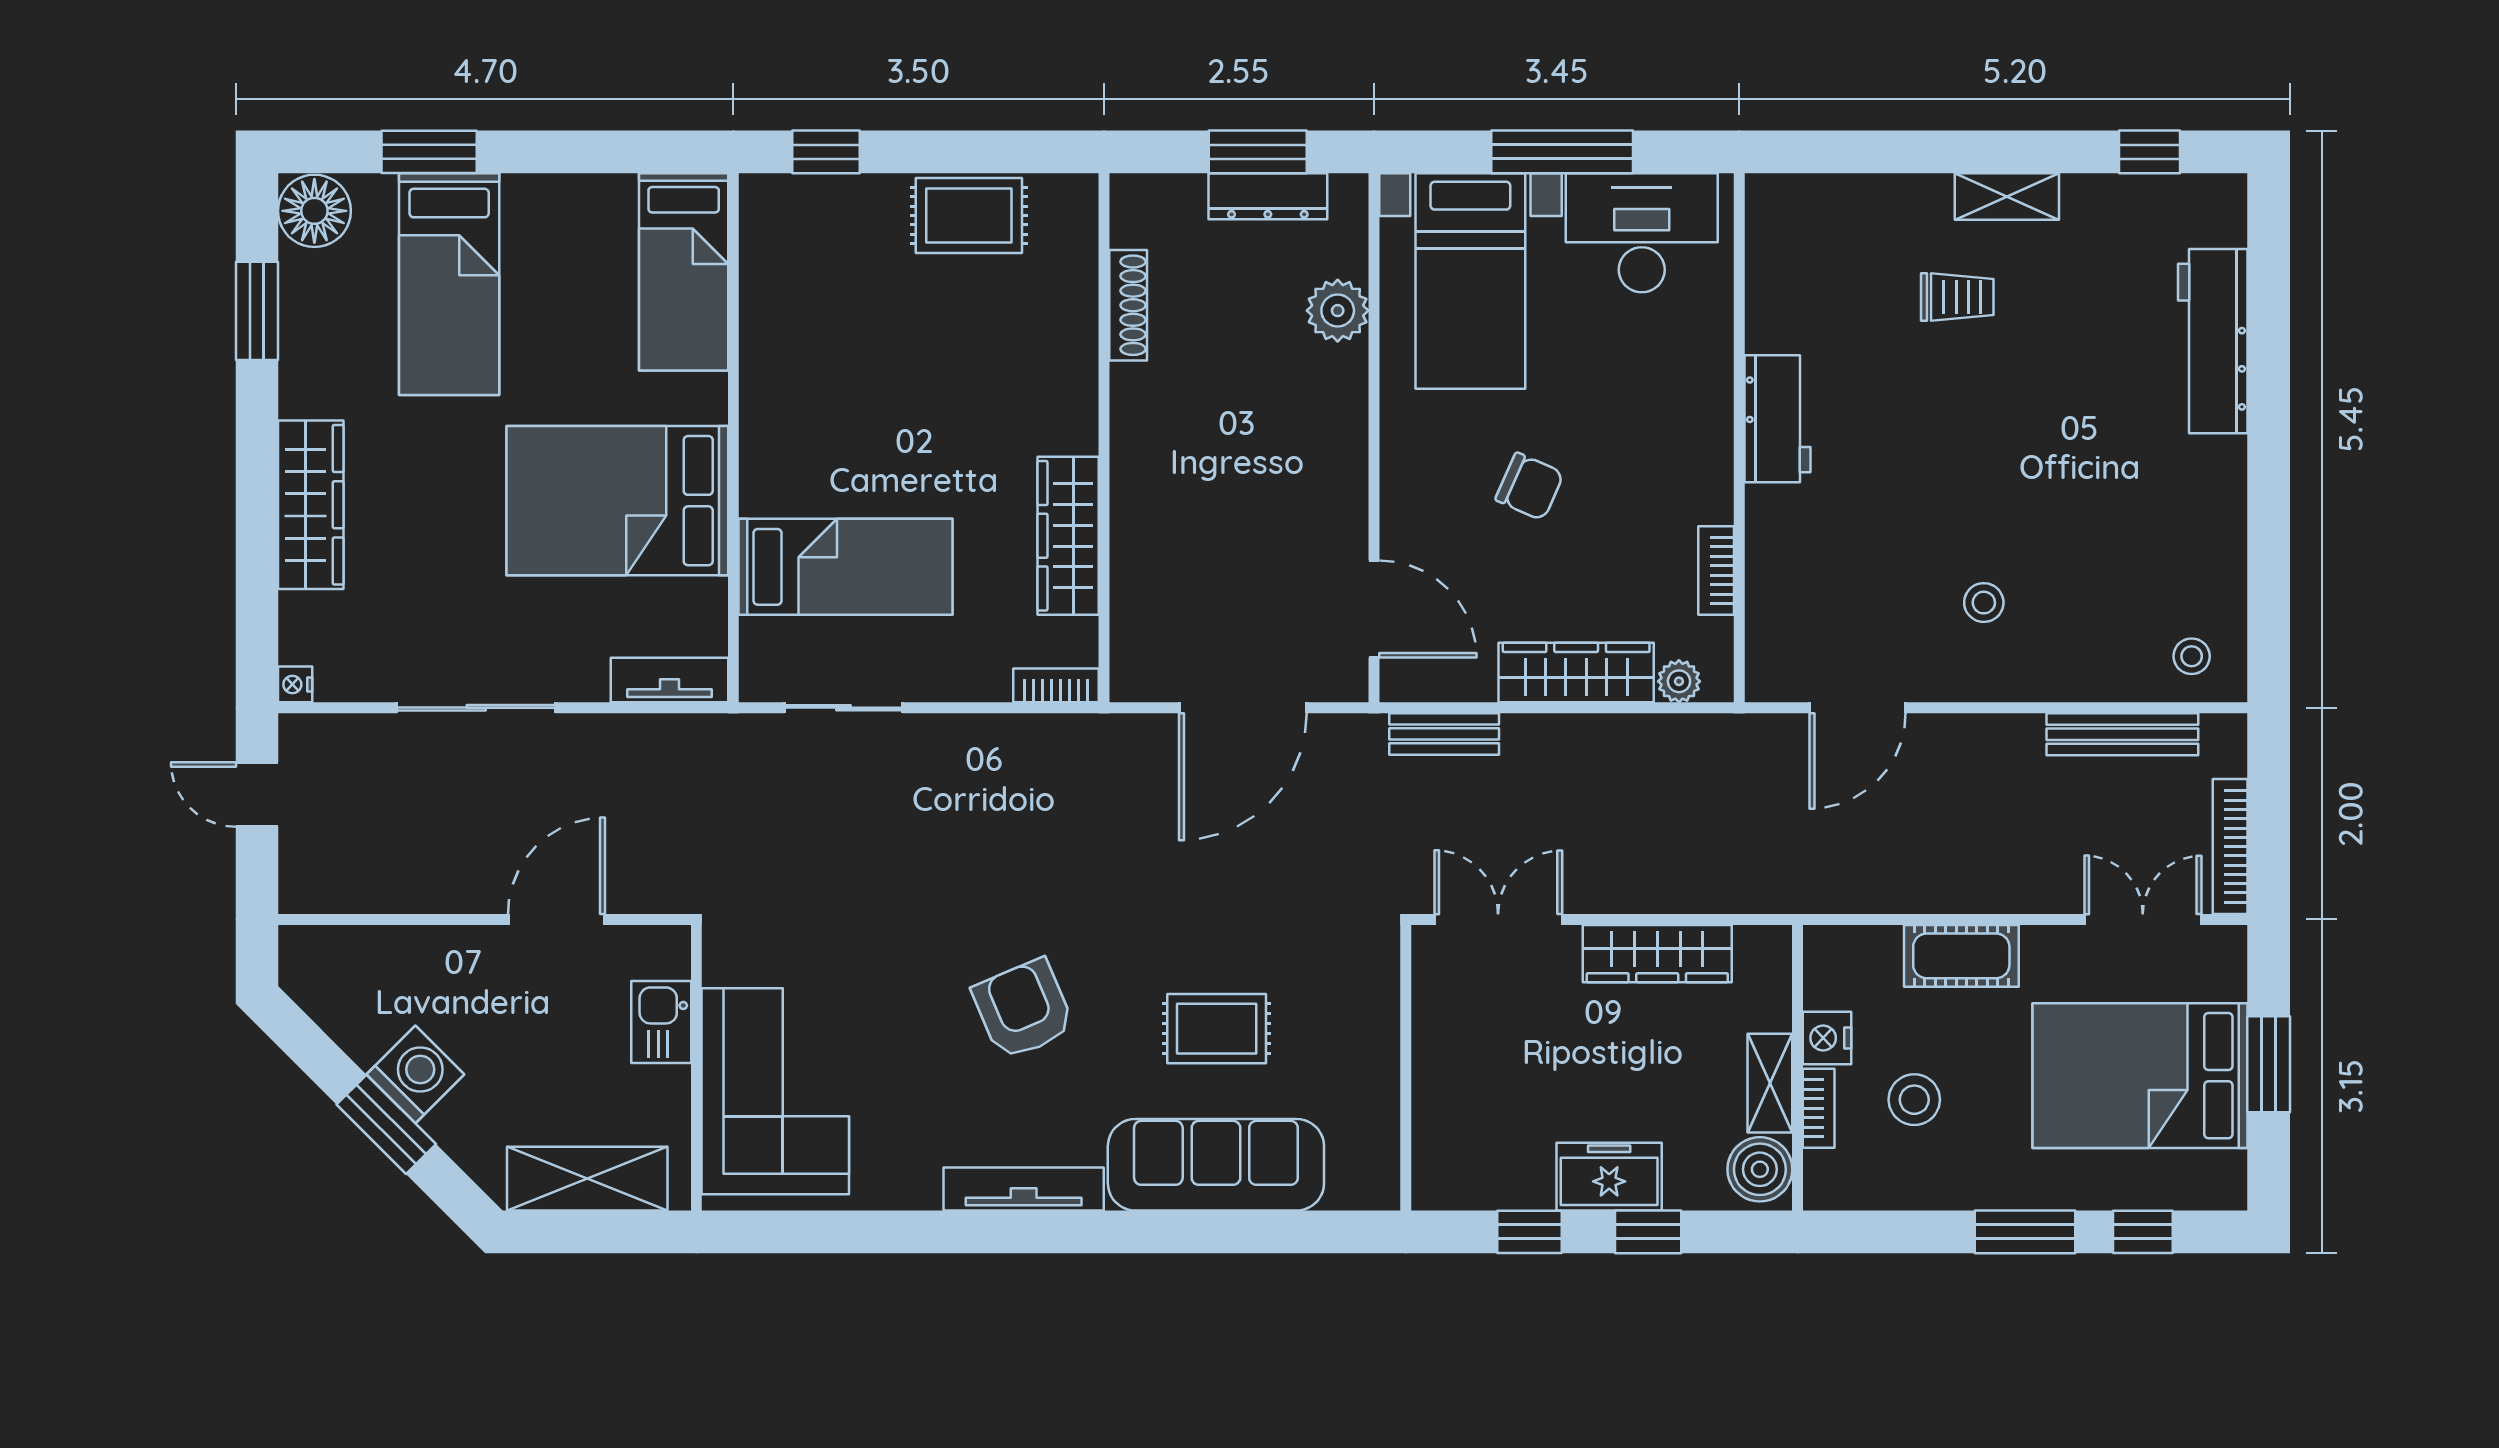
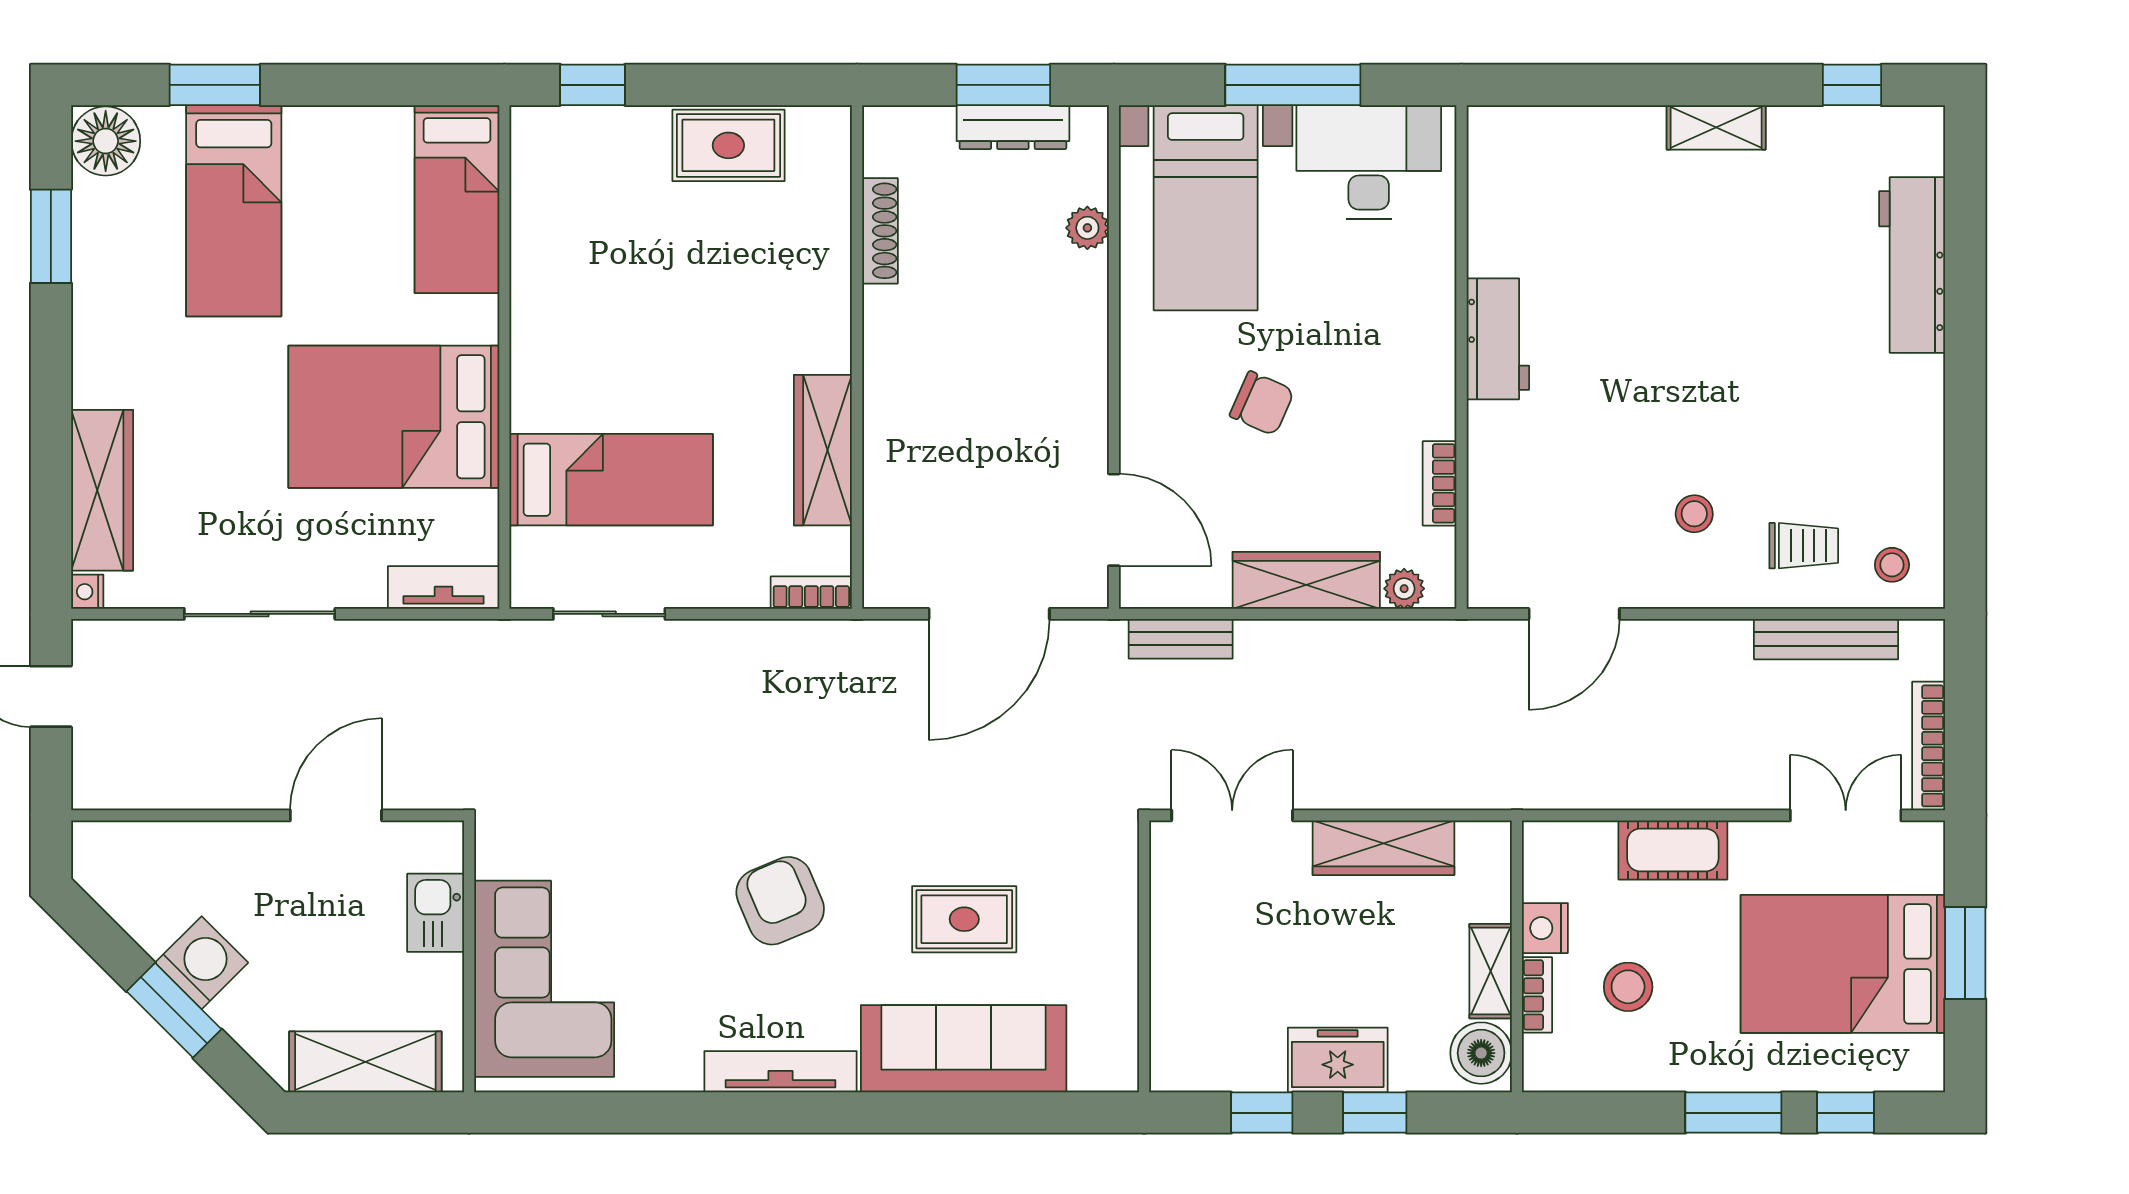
trolley: (1957, 297) -> (1804, 546), moved
plant: (1338, 311) -> (1087, 228), width x0.73, depth x0.73
wardrobe: (311, 505) -> (102, 490), moved

